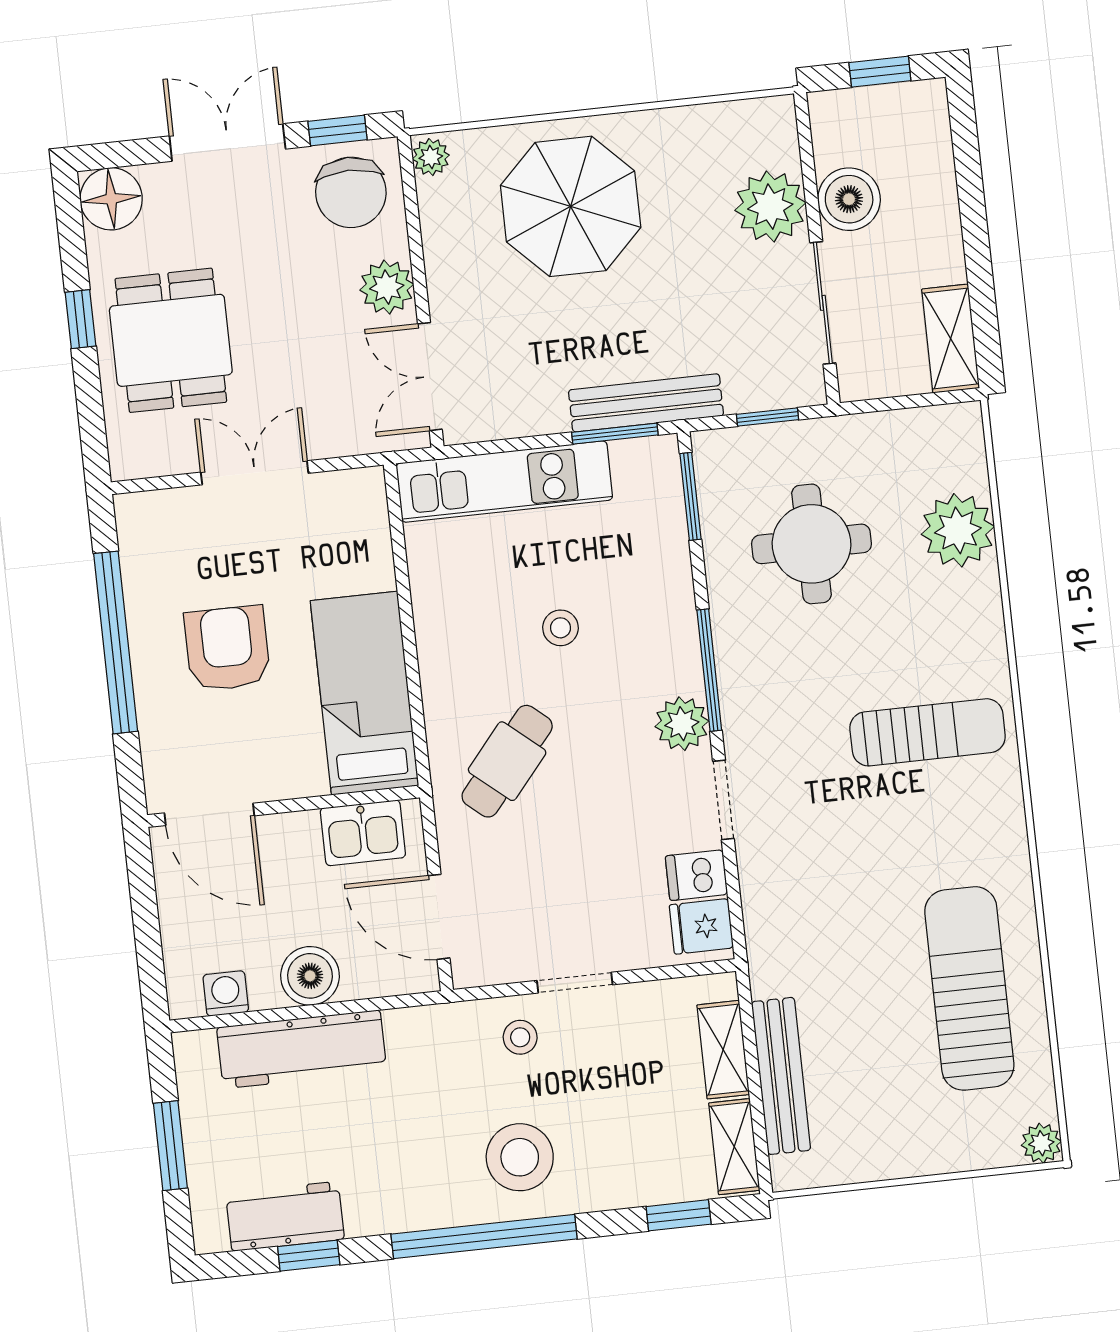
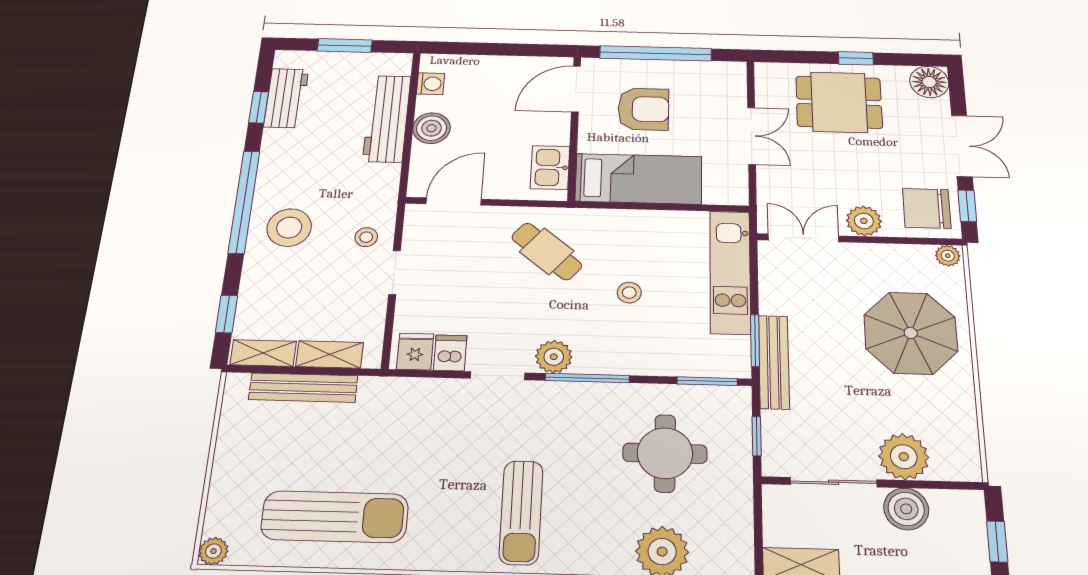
bed: (365, 693) -> (639, 179), moved
wall: (283, 806) -> (574, 128), moved
door: (209, 814) -> (576, 89), moved
kitchen sink: (363, 833) -> (550, 167), moved

